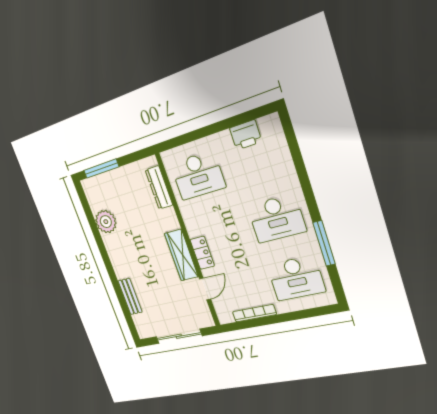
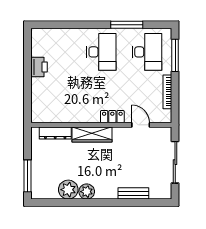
printer: (246, 135) -> (39, 67), moved
desk: (198, 175) -> (55, 99), removed
plant: (112, 243) -> (87, 192), added
wardrobe: (181, 255) -> (92, 135), moved
window: (303, 314) -> (175, 55), added

